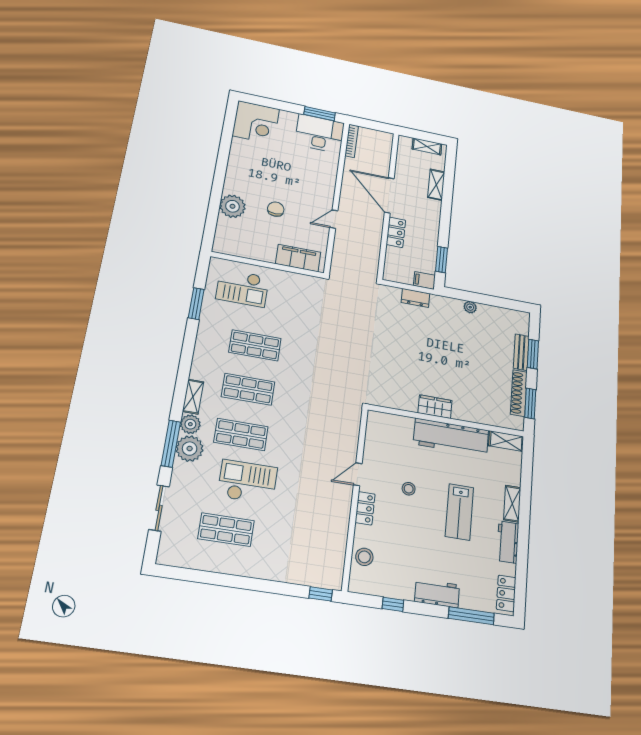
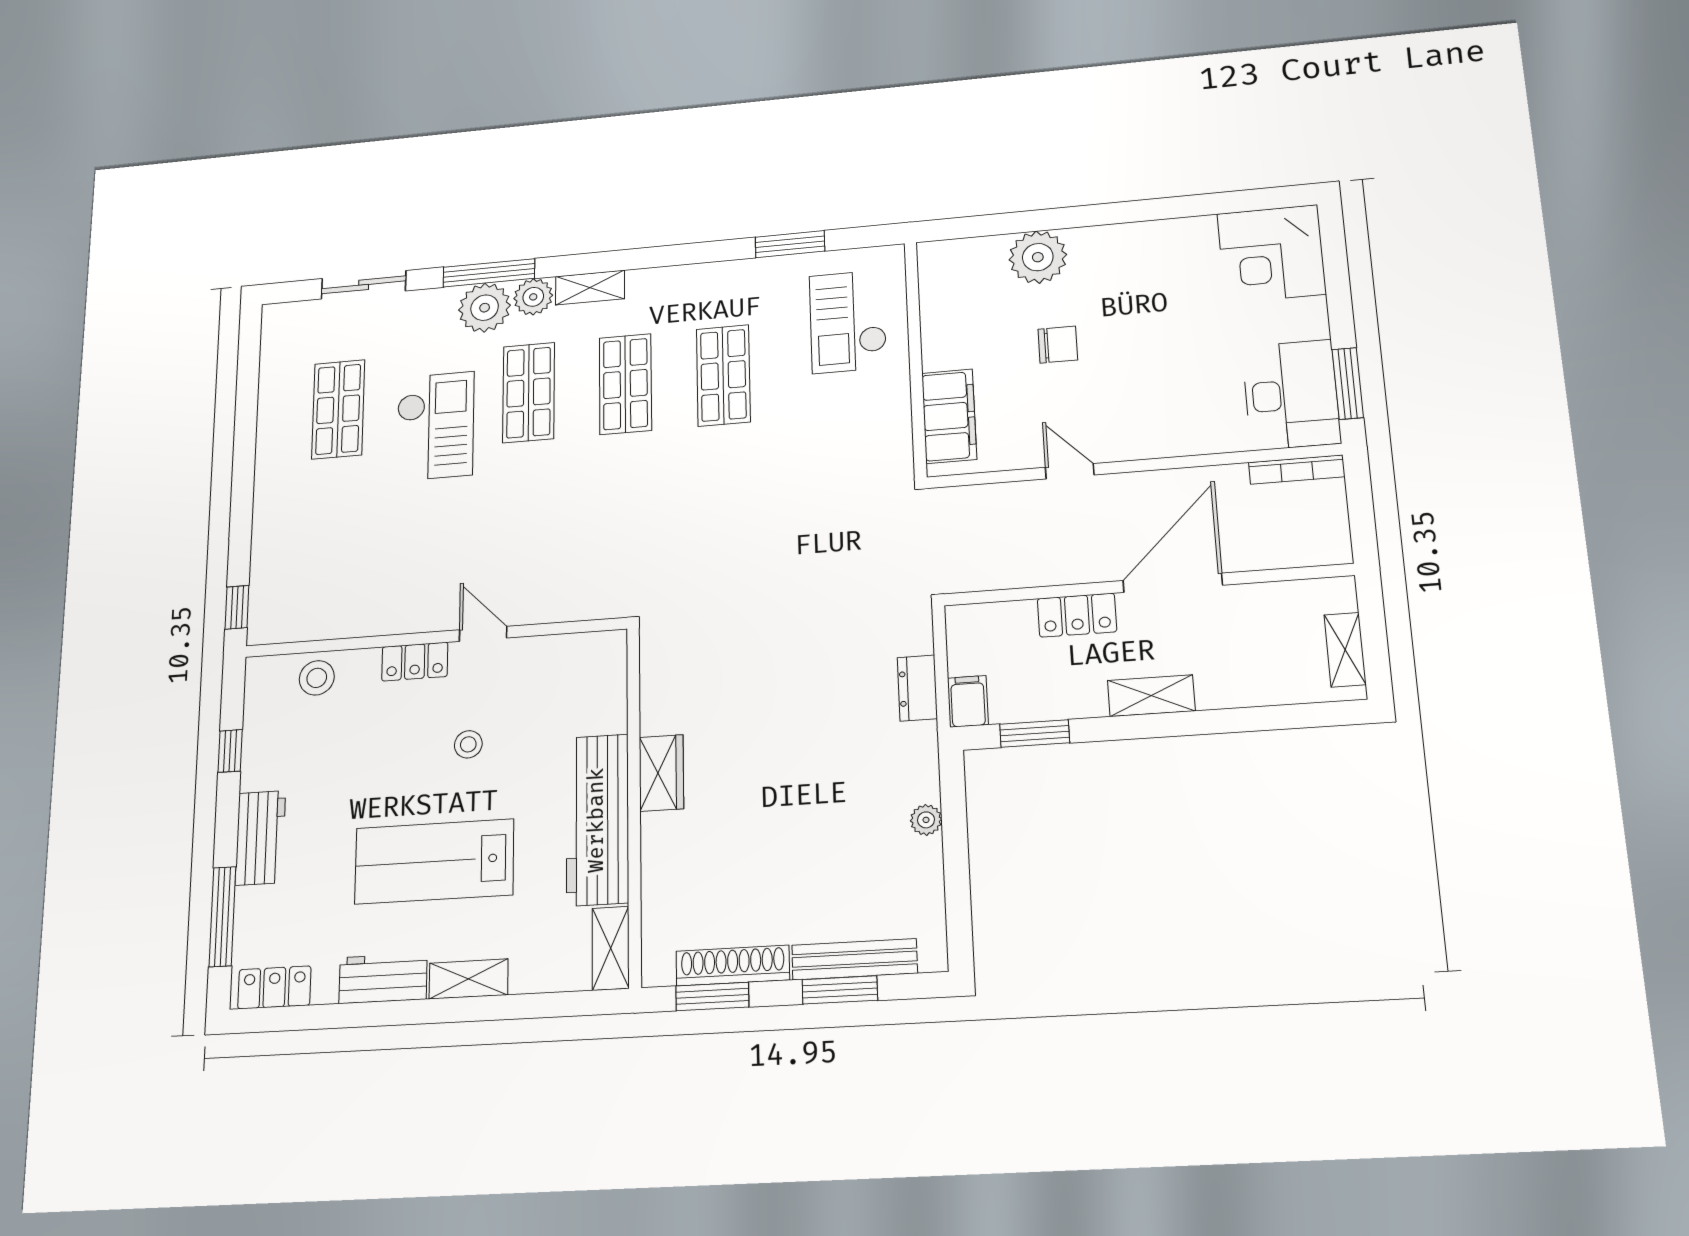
shelving: (436, 185) -> (1151, 696), moved
bench: (521, 352) -> (854, 959), width x1.36
lab bench: (459, 512) -> (434, 861), width x1.36, depth x1.39

